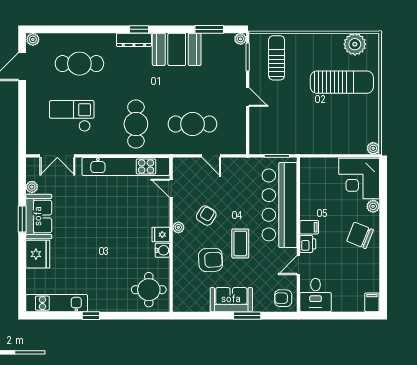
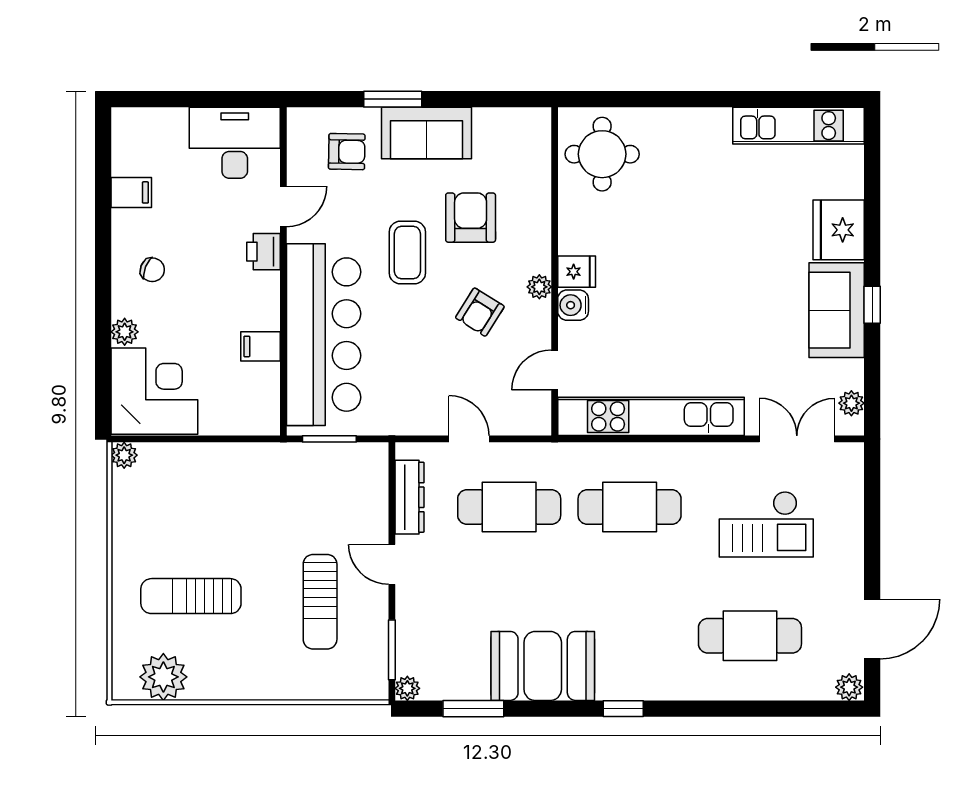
dresser: (134, 40) -> (410, 497), moved, turned 90
sun lounger: (277, 58) -> (320, 602), moved
sun lounger: (342, 82) -> (191, 596), width x0.73, depth x0.75
cafe table: (136, 124) -> (630, 507), turned 90
plant: (32, 187) -> (851, 403), moved
door: (171, 188) -> (555, 370), swing flipped
window: (22, 219) -> (872, 305), width x0.67
filing cabinet: (309, 227) -> (261, 346), moved
chair: (360, 235) -> (152, 270), width x0.54, depth x0.54
water cooler: (162, 250) -> (573, 305), moved
armchair: (211, 260) -> (471, 218), turned 93
desk: (316, 295) -> (235, 143), width x1.37
armchair: (283, 298) -> (347, 152), moved
filing cabinet: (372, 302) -> (131, 192), moved, turned -90
window: (91, 316) -> (725, 99), removed

